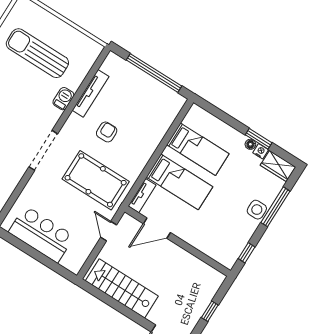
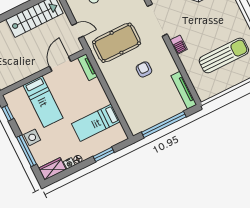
tv unit: (91, 93) -> (184, 90), moved
barbecue: (63, 99) -> (179, 45), moved
armchair: (107, 132) -> (144, 69), turned 180
window: (259, 139) -> (104, 154), moved
bed: (180, 182) -> (43, 102), moved, turned -90

